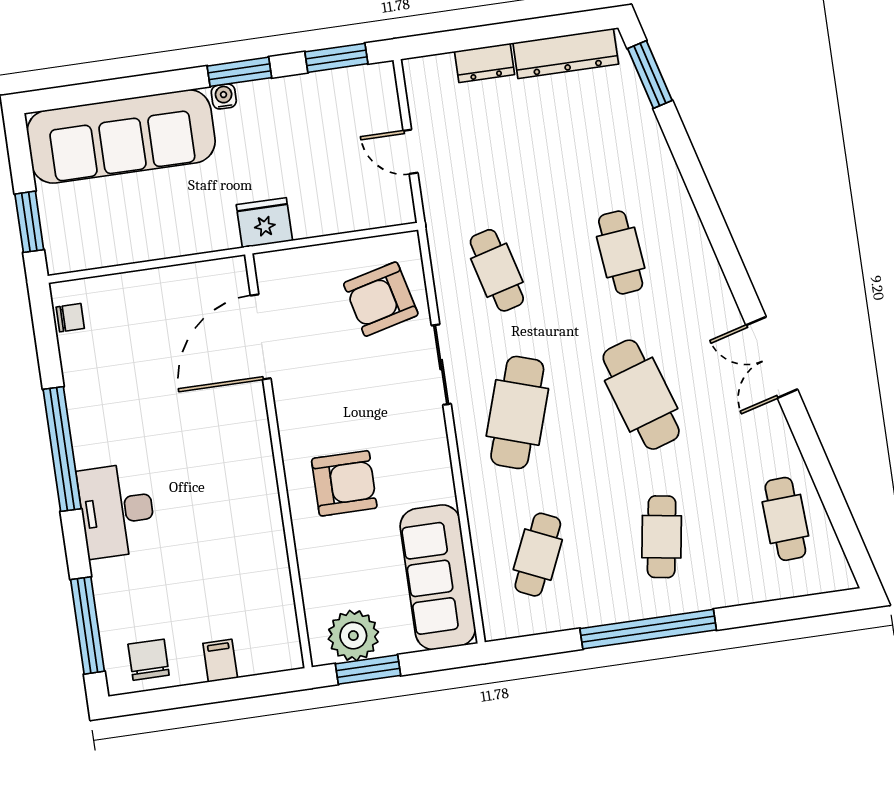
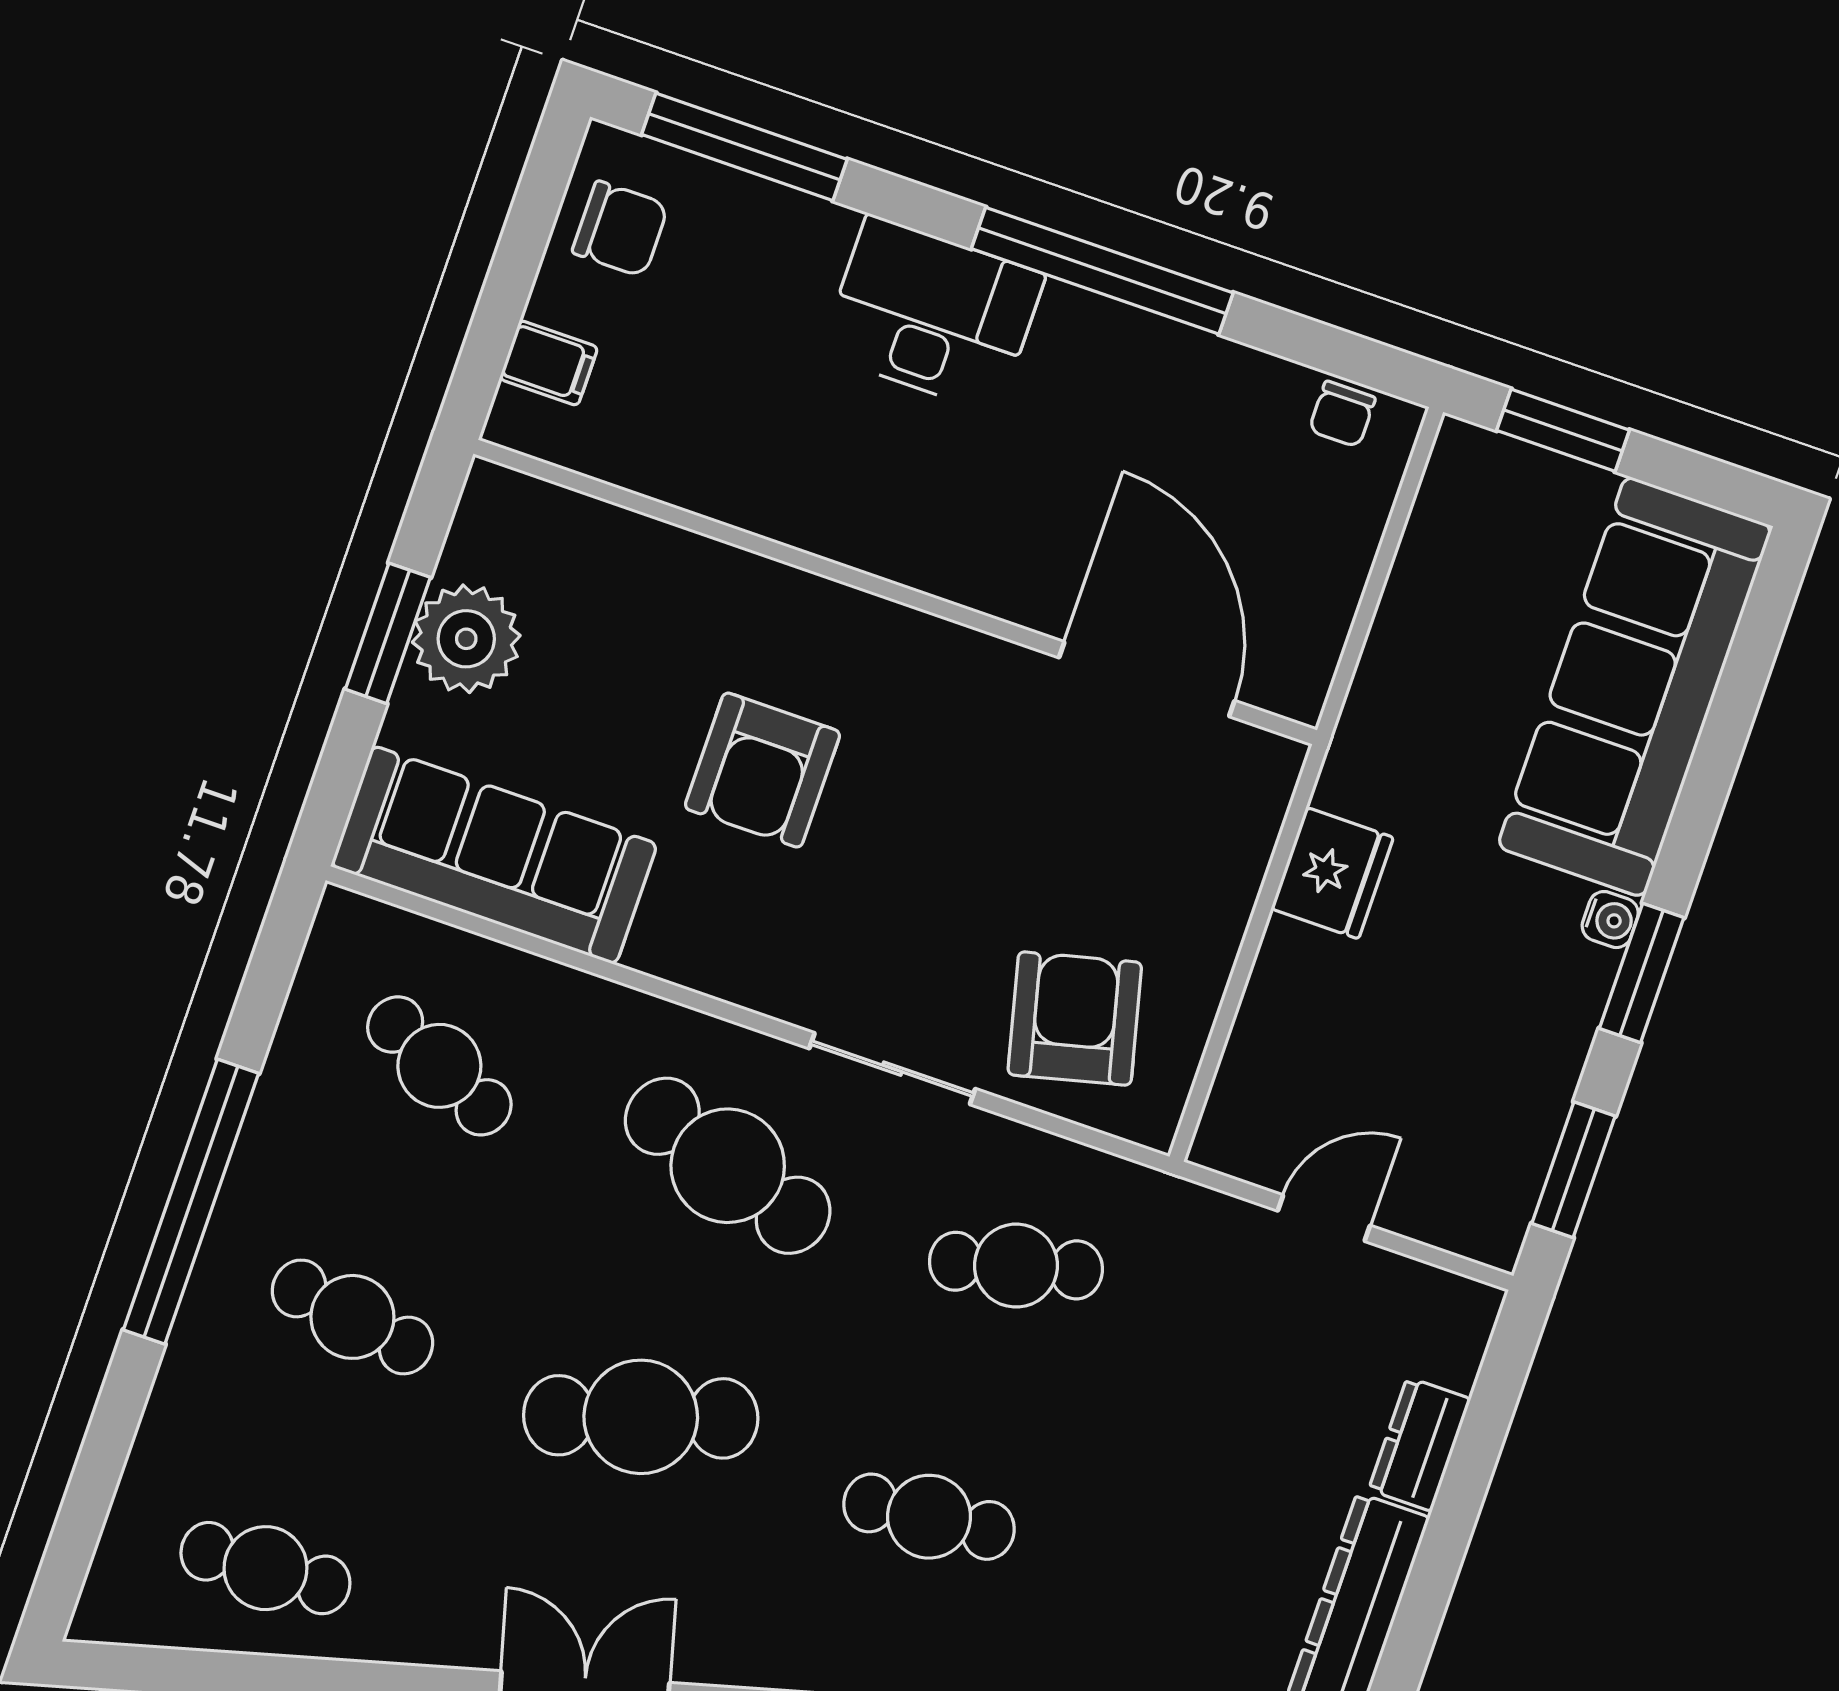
door: (261, 337) -> (1147, 679), moved
wall: (278, 461) -> (895, 592), moved

